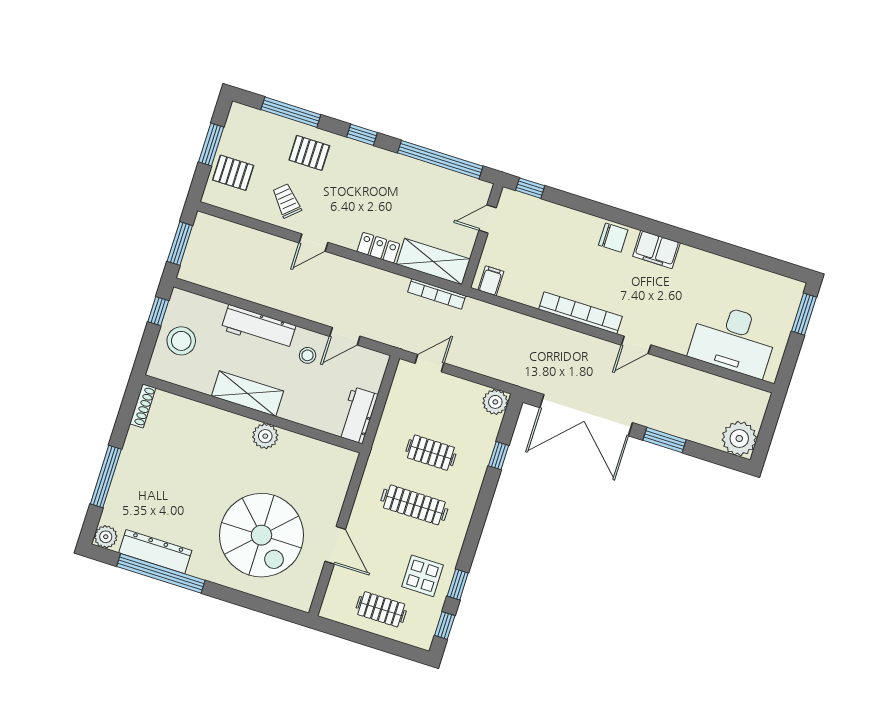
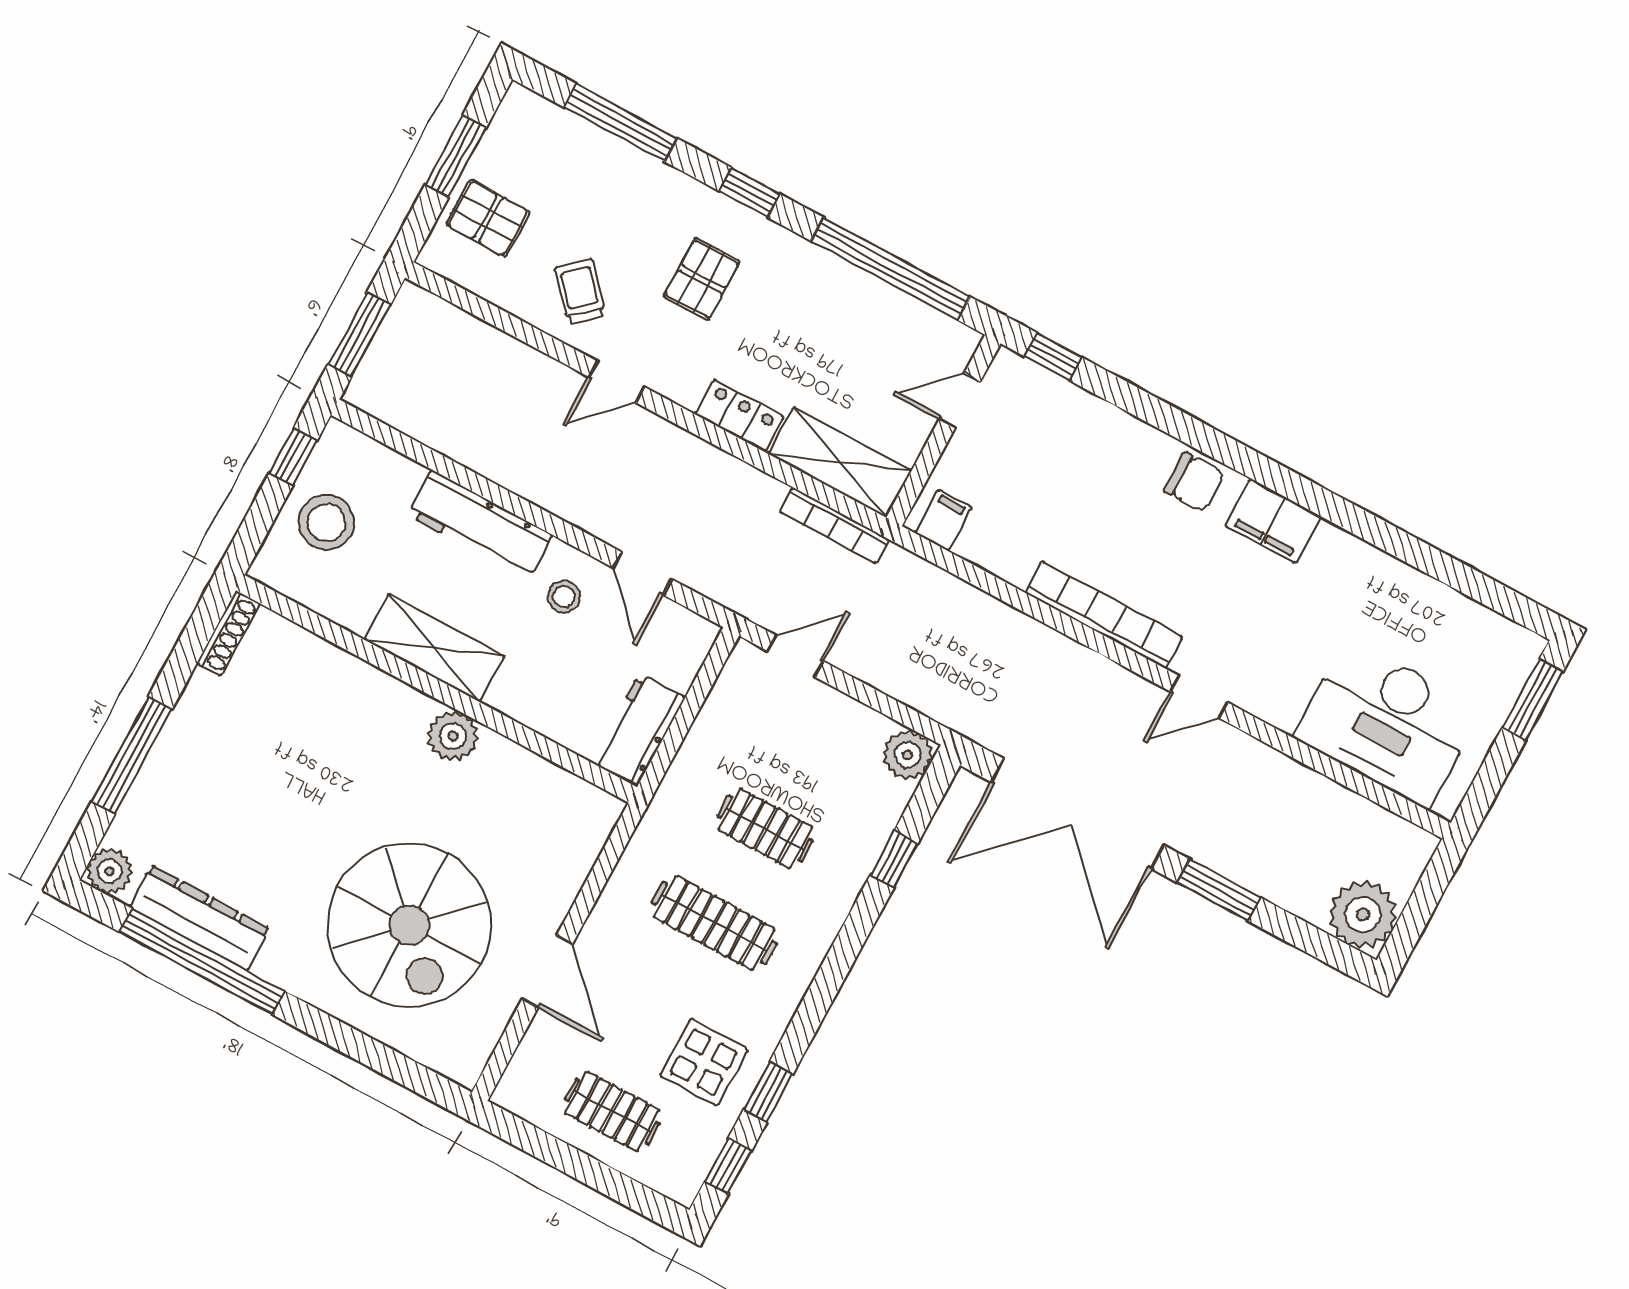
pallet: (309, 153) -> (702, 279), moved, turned 90
door: (345, 336) -> (642, 573), hinge flipped

